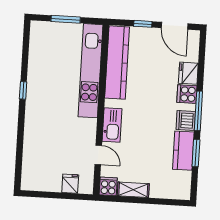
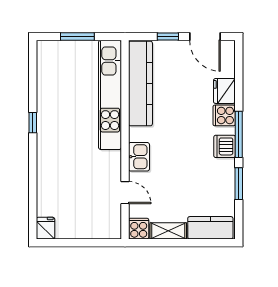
kitchen sink: (112, 125) -> (139, 157), width x0.73
kitchen counter: (183, 151) -> (210, 228), moved, turned 90
fridge: (70, 184) -> (45, 228), moved

